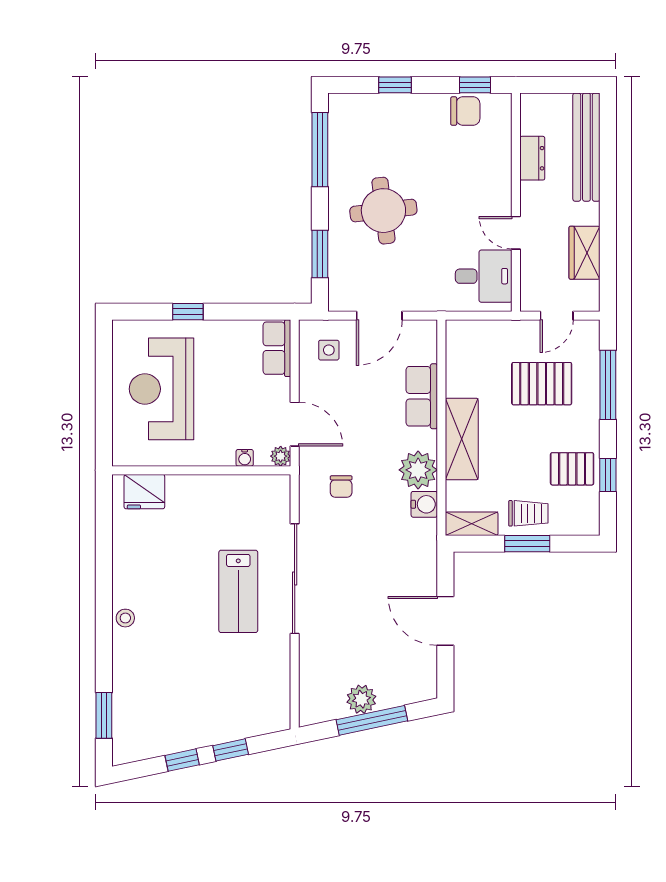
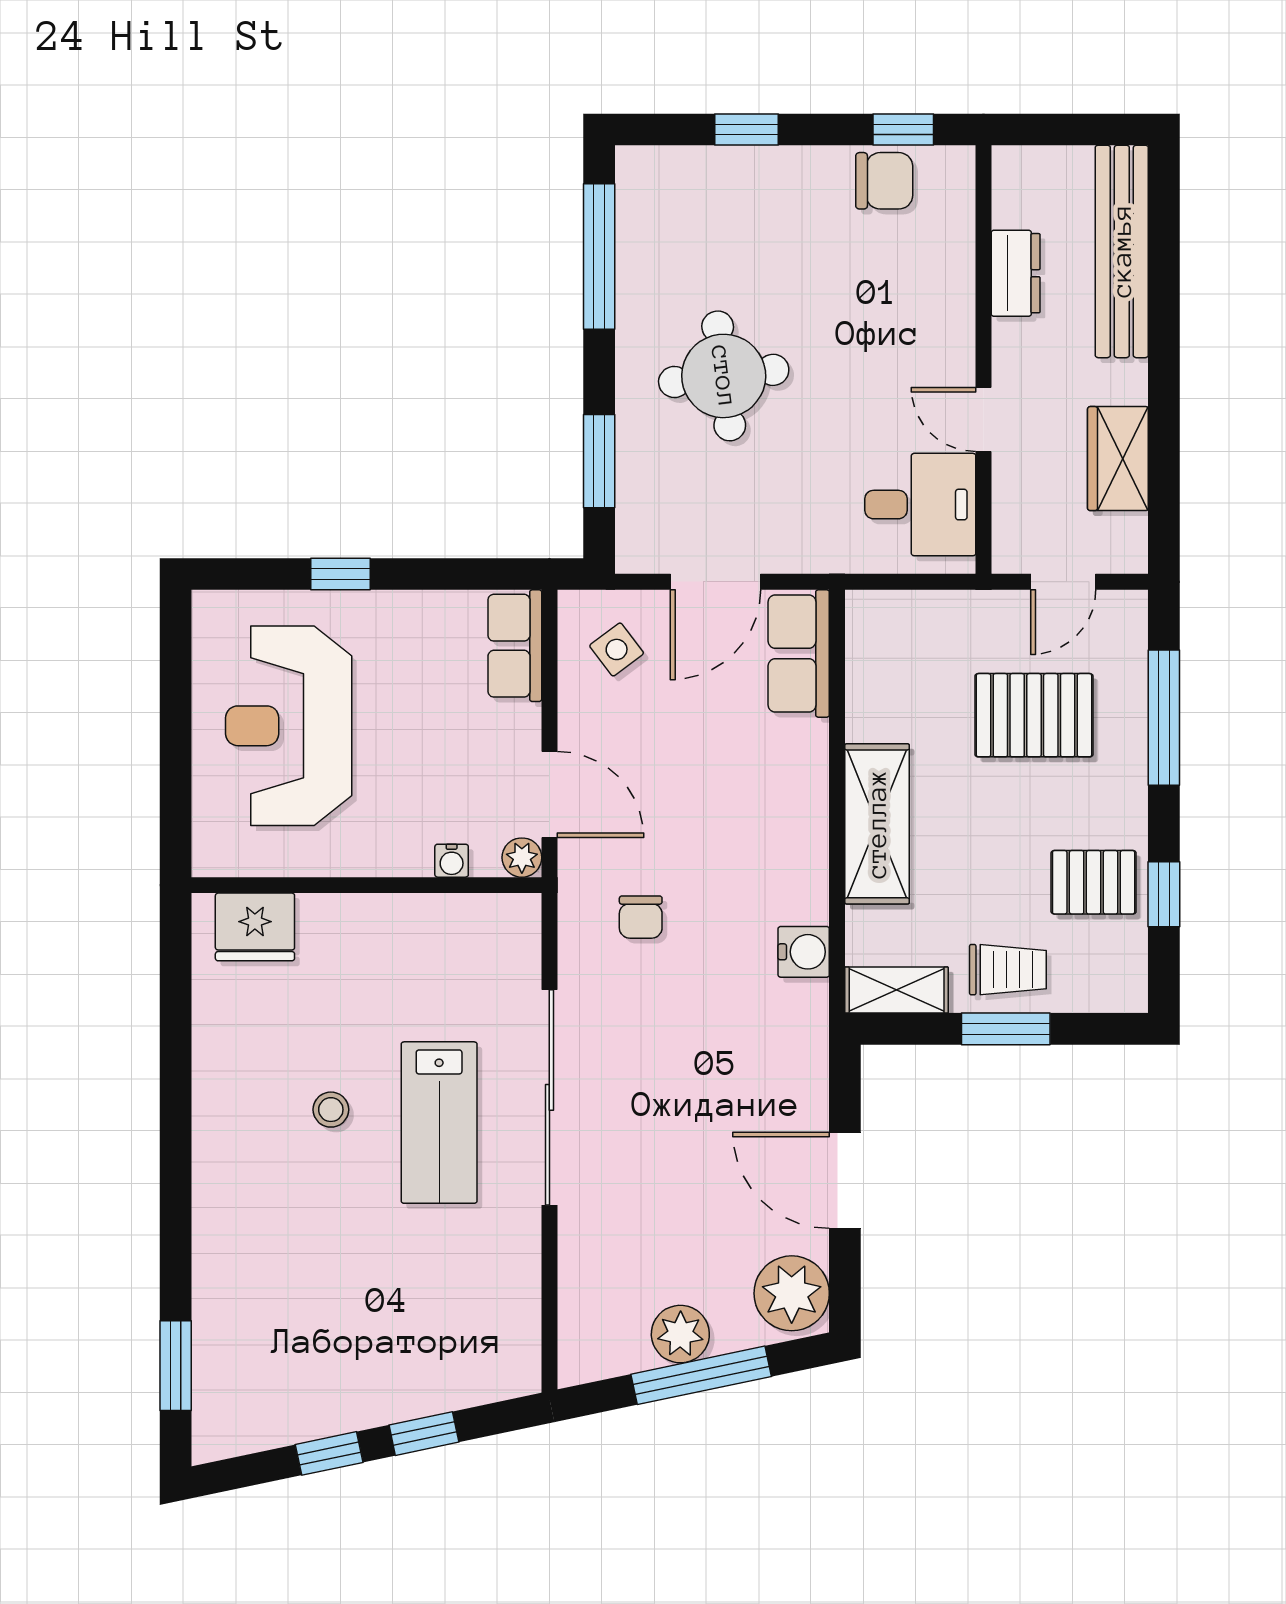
side table: (329, 350) -> (617, 649), turned -37
row of seats: (422, 396) -> (799, 653), moved
plant: (418, 470) -> (792, 1293), moved
stool: (125, 618) -> (331, 1110), moved

